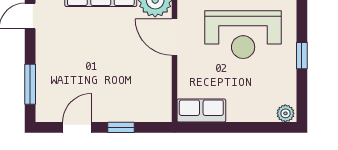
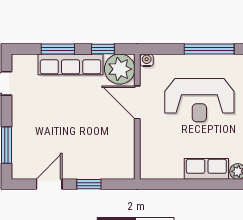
row of seats: (201, 110) -> (206, 169), moved

